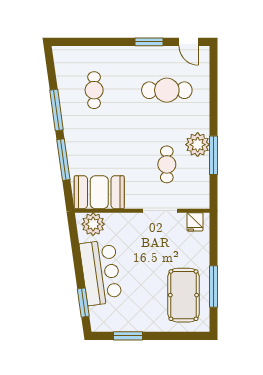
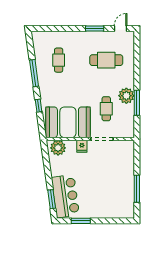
door: (189, 42) -> (121, 28), swing flipped
window: (63, 160) -> (39, 106), width x0.46
booth: (99, 192) -> (68, 122), width x1.36, depth x1.42
fridge: (195, 222) -> (82, 146), moved
bar counter: (101, 273) -> (65, 196), moved
pool table: (183, 295) -> (117, 194), removed

